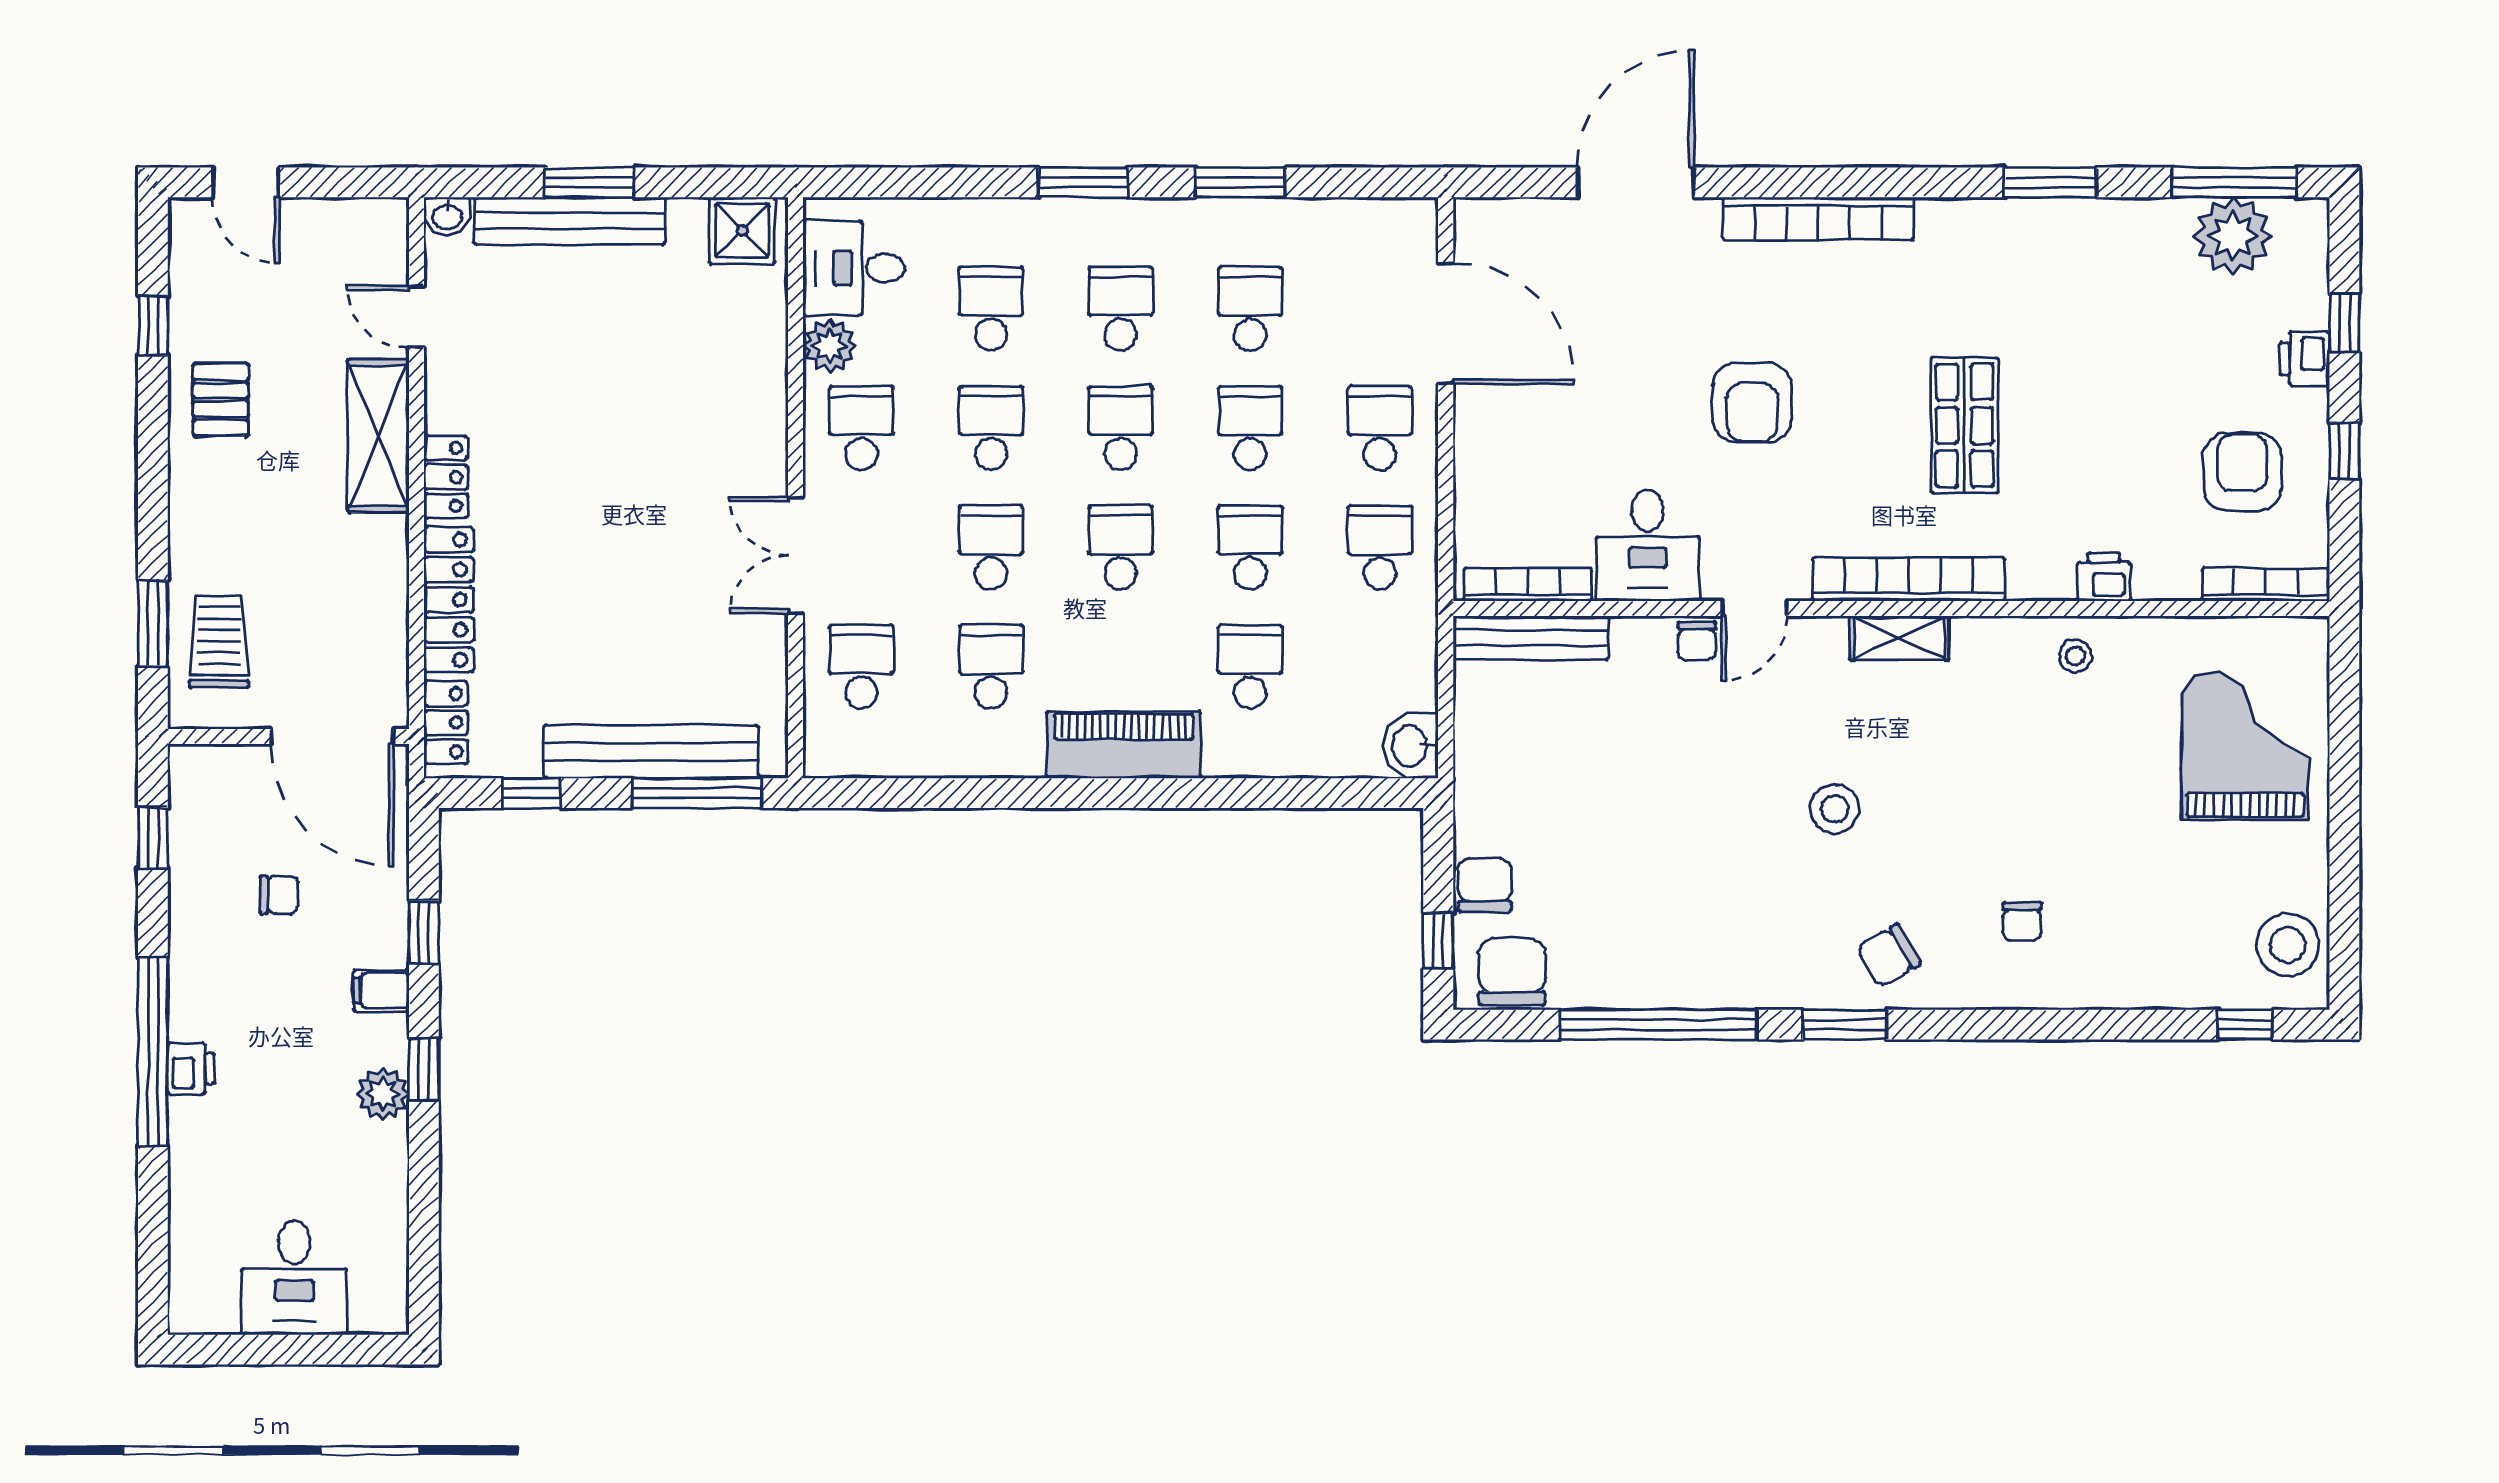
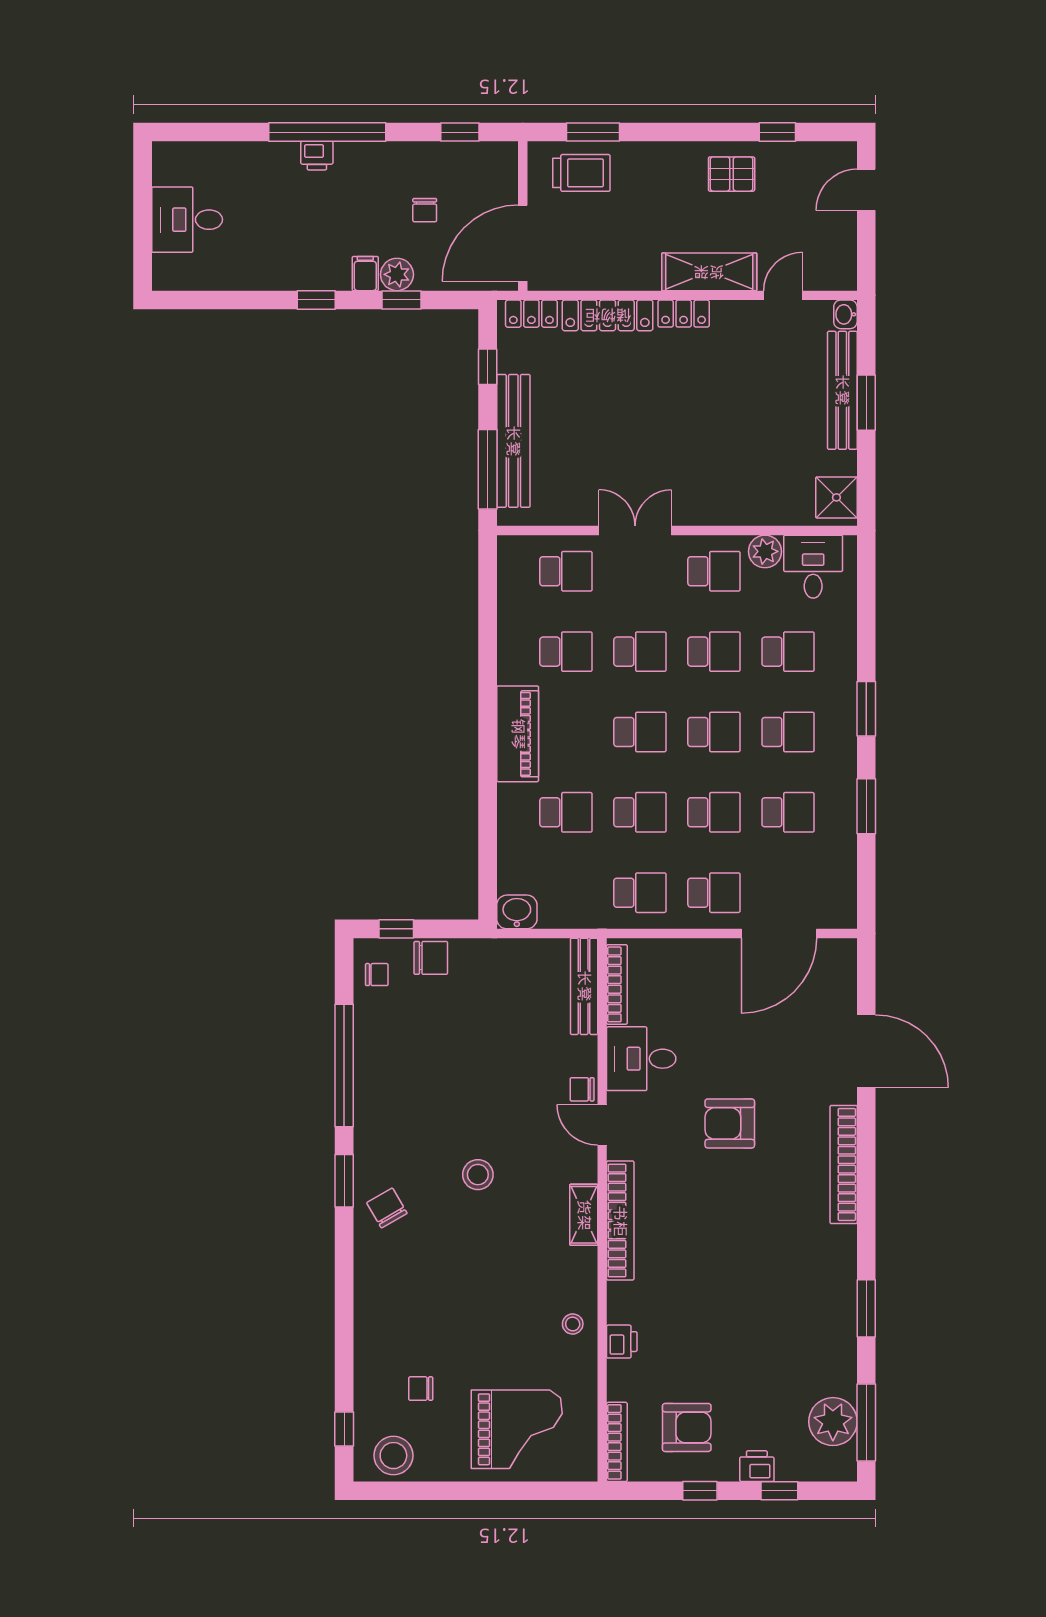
shop shelf: (1964, 425) -> (716, 1255), removed
chair: (2022, 921) -> (421, 1389), moved
chair: (1512, 972) -> (377, 975), width x0.54, depth x0.54
plant: (383, 1094) -> (397, 274), moved

